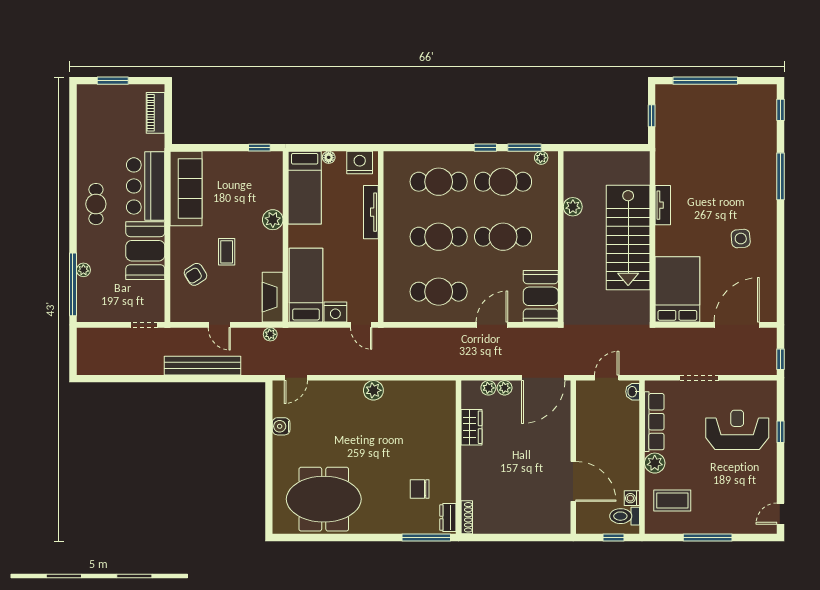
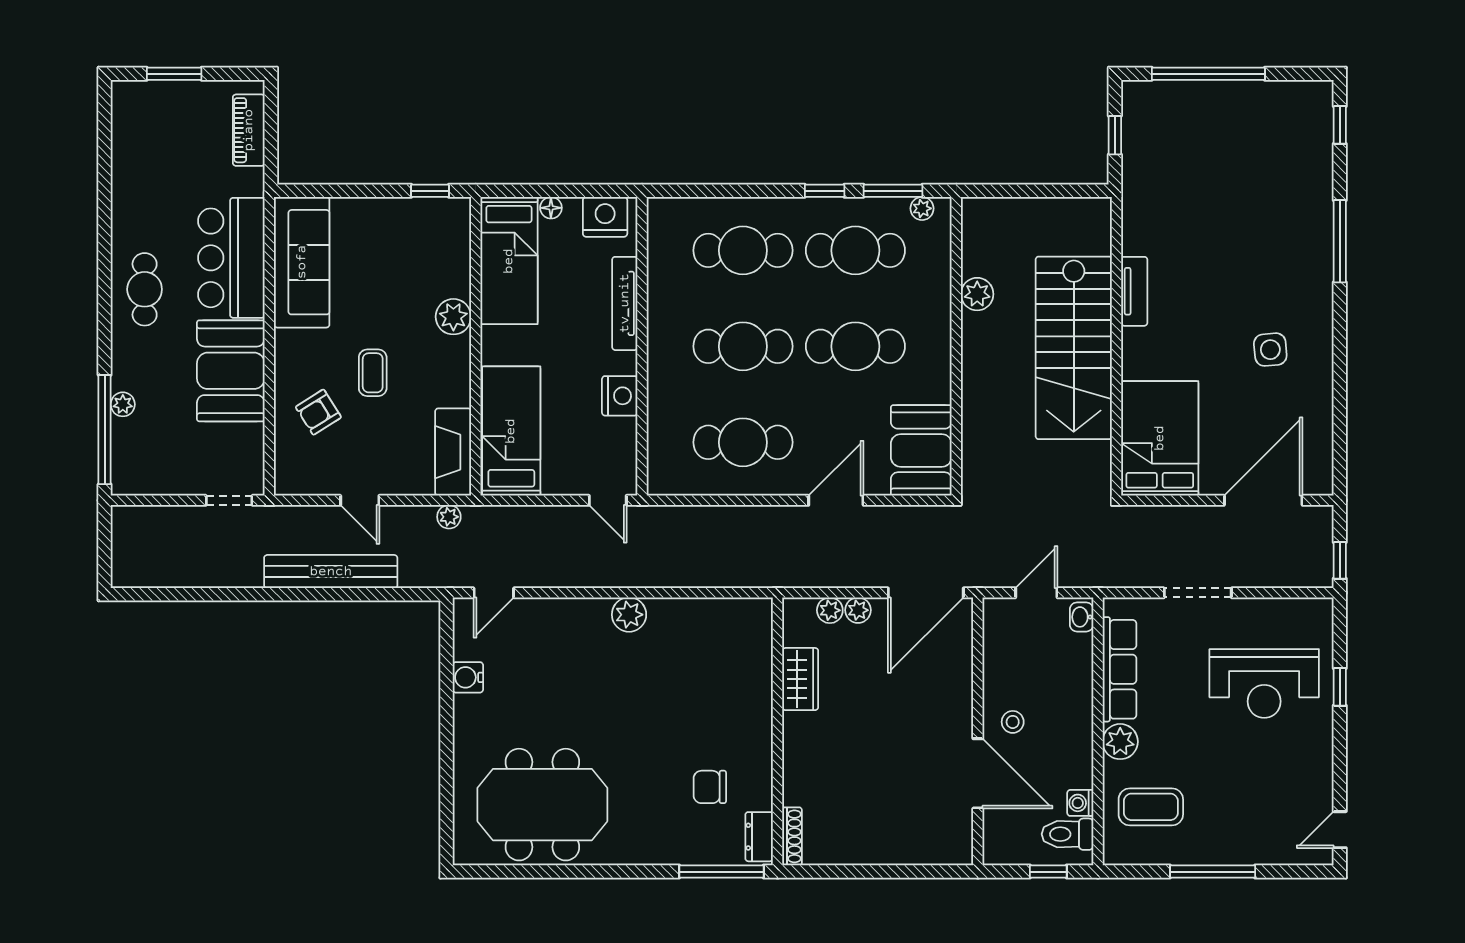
nightstand: (335, 312) -> (620, 396), moved, turned -90
reception desk: (737, 430) -> (1264, 683), turned 180
stool: (593, 452) -> (1013, 722), added

